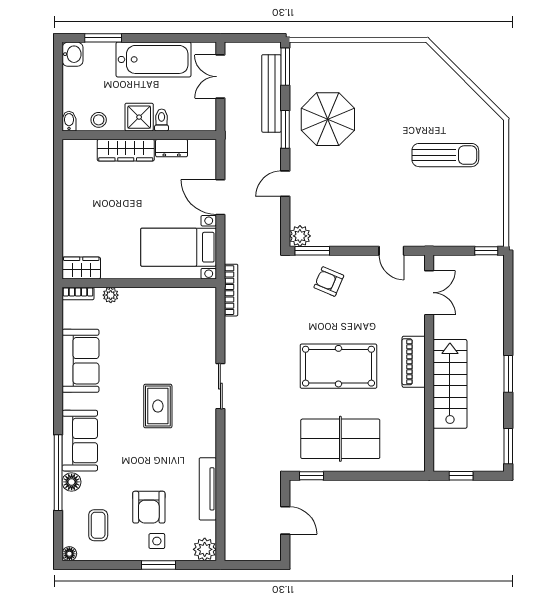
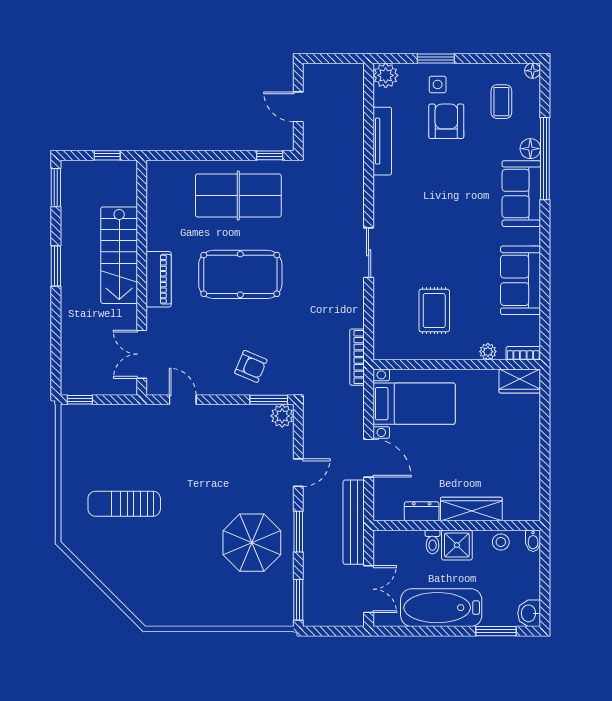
bench: (271, 93) -> (354, 522), moved
rug: (158, 406) -> (434, 311), moved

